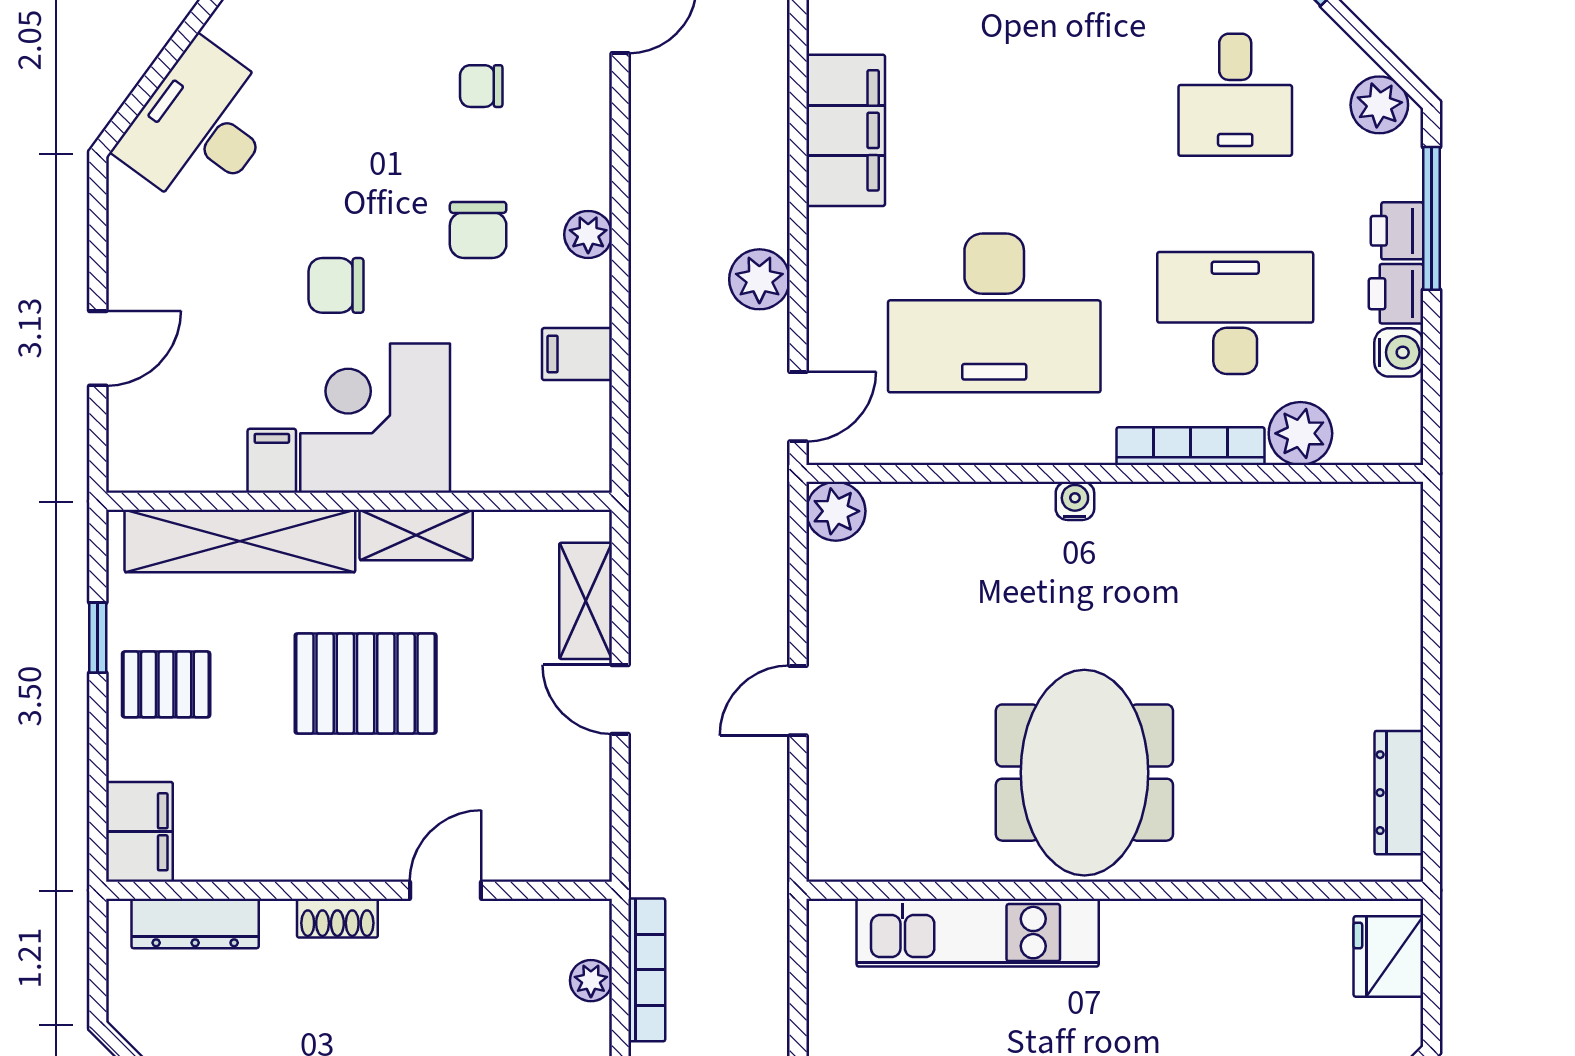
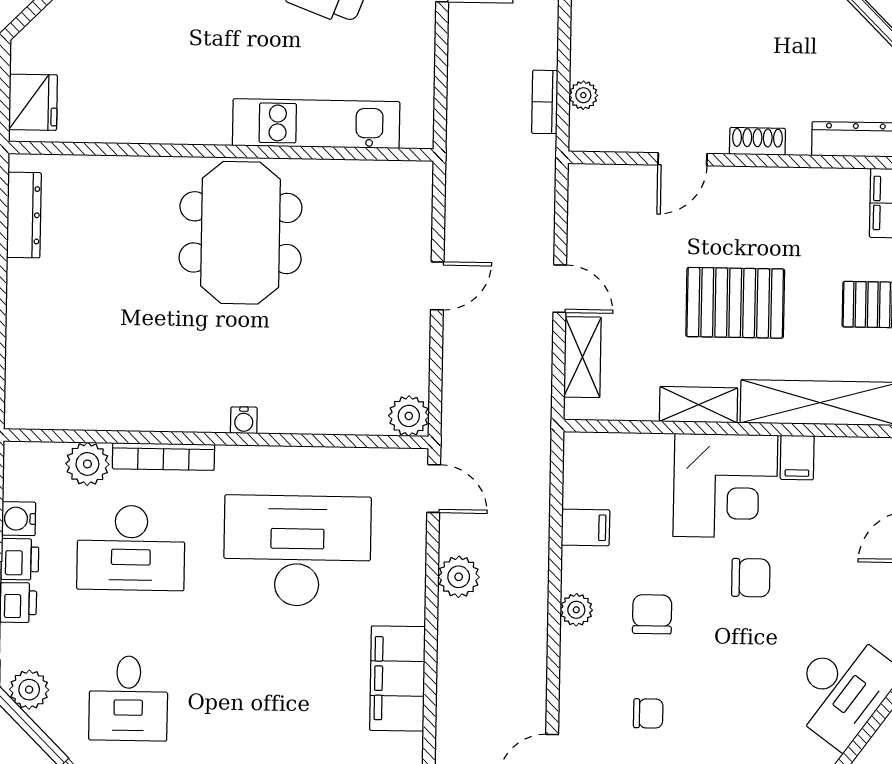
desk: (1235, 95) -> (128, 698), turned 180
door: (798, 407) -> (434, 489), swing flipped
bookcase: (647, 970) -> (545, 102), width x0.64

